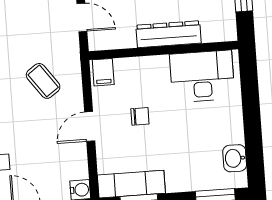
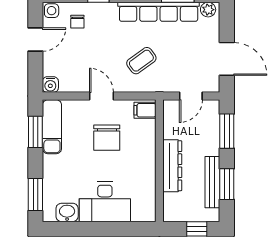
desk: (202, 76) -> (105, 202), moved, turned 90
chair: (140, 116) -> (107, 138), width x1.87, depth x1.87

